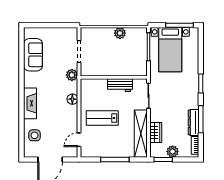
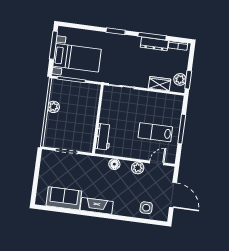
plant: (72, 75) -> (138, 168), moved
workbench: (120, 85) -> (103, 137), moved
fireplace: (30, 103) -> (97, 206), moved
lab bench: (102, 118) -> (155, 132), moved, turned 90
shelving: (141, 134) -> (159, 99), removed
door: (79, 140) -> (157, 163), swing flipped
plant: (173, 152) -> (180, 79), moved

